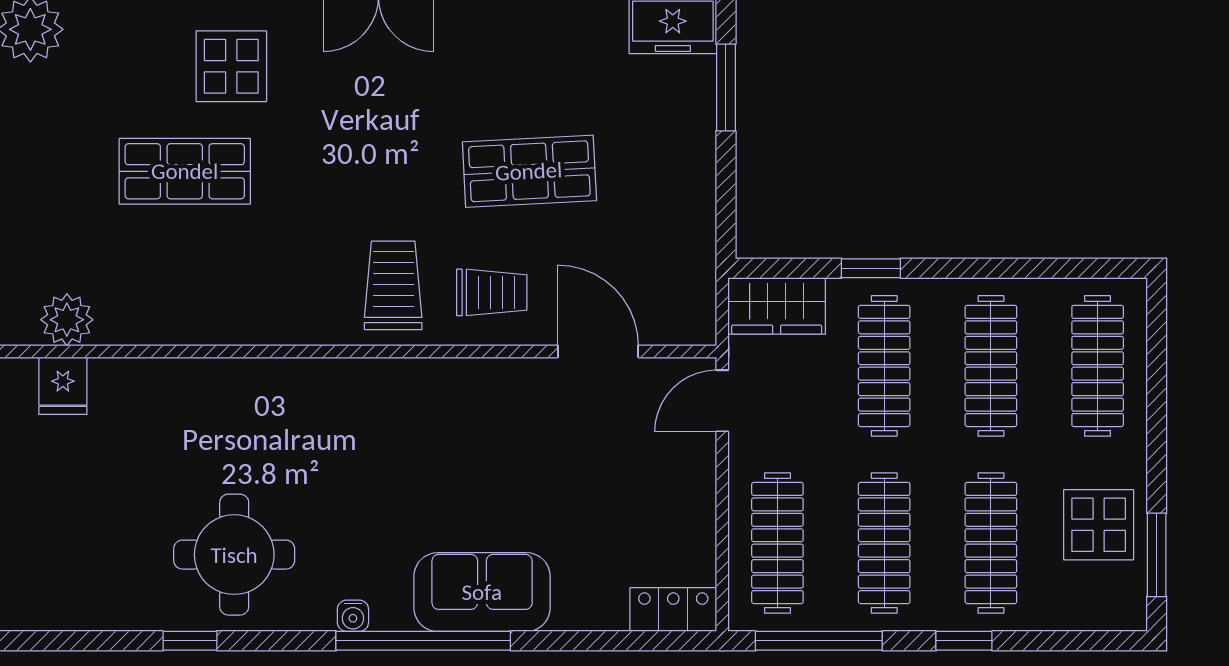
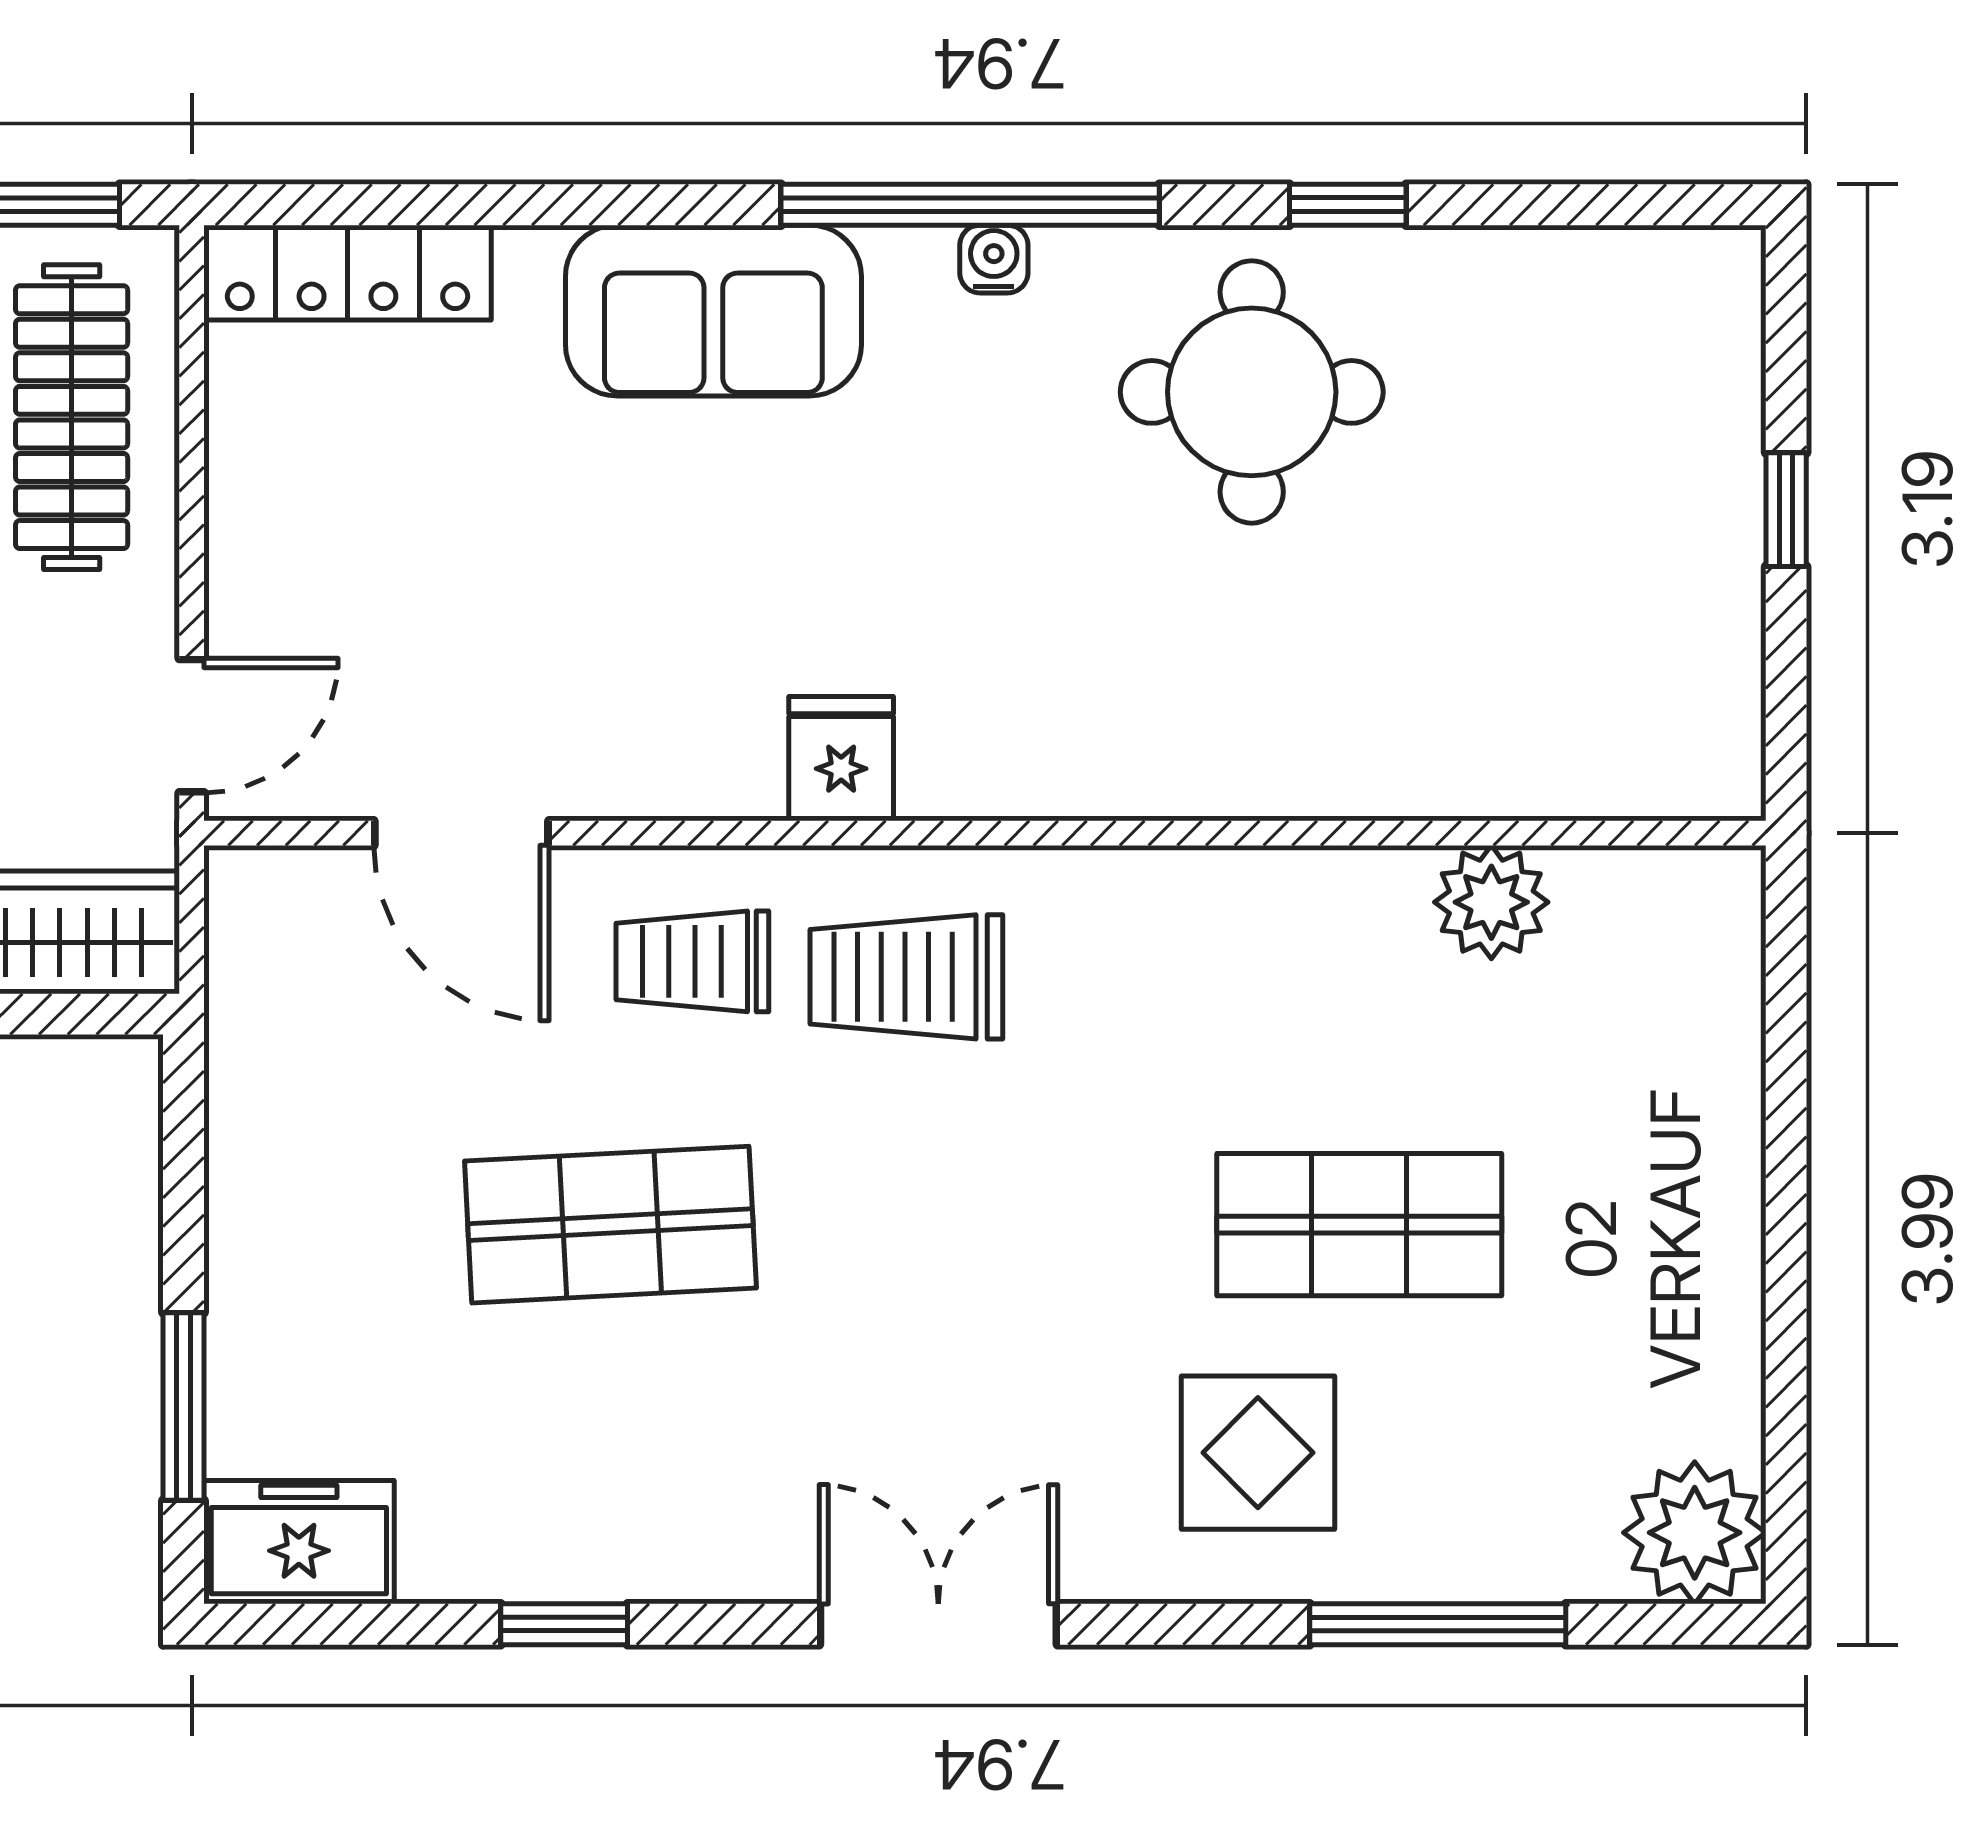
trolley: (393, 285) -> (906, 977), turned 90
plant: (67, 320) -> (1491, 902), moved
fridge: (63, 386) -> (841, 759), moved
locker: (673, 610) -> (347, 273), width x1.53
window: (423, 641) -> (970, 205), moved

